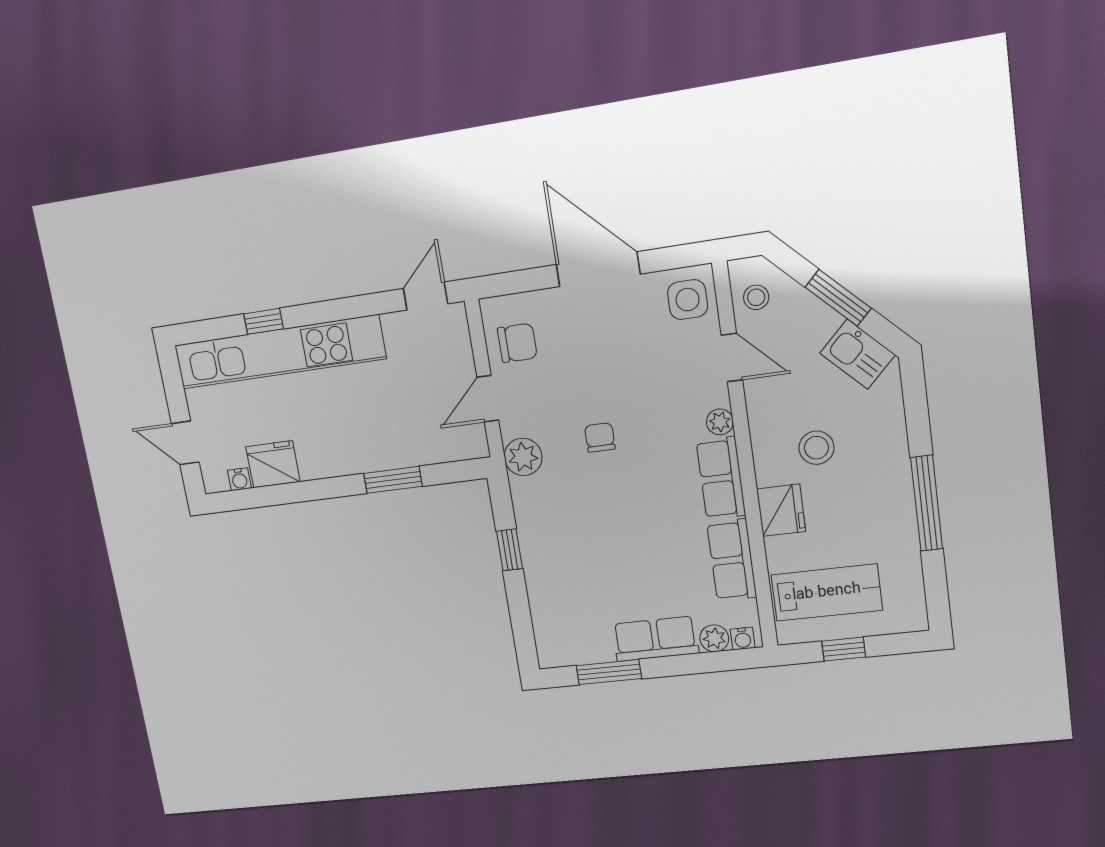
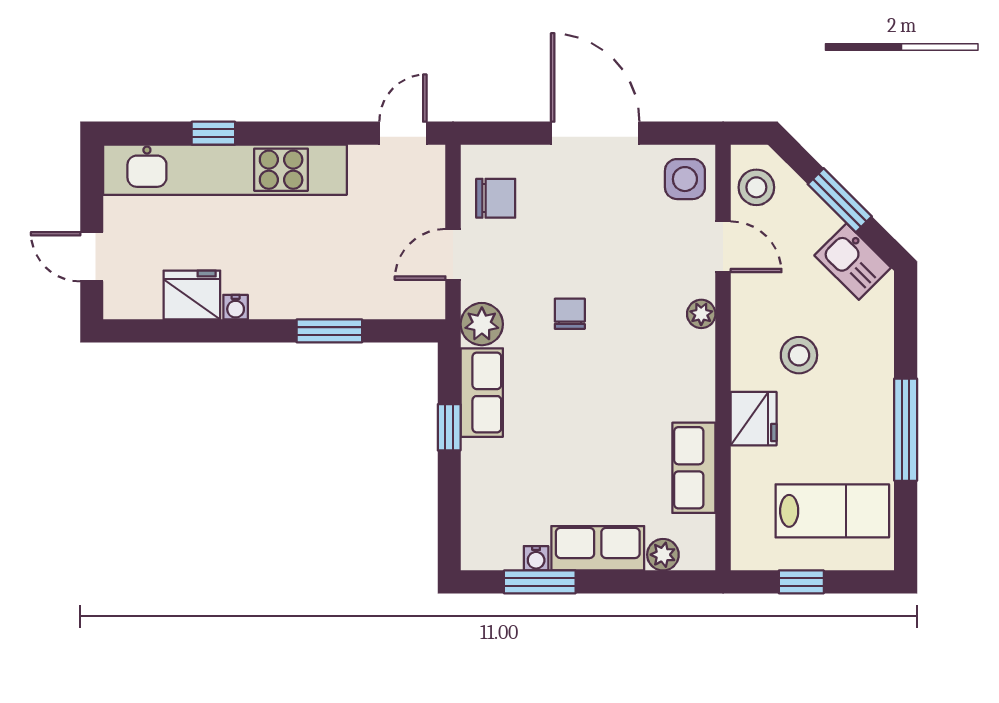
stool: (756, 297) -> (756, 187), width x1.37, depth x1.37
row of seats: (721, 478) -> (482, 393), moved, turned 180
water cooler: (239, 479) -> (236, 307), moved
lab bench: (827, 592) -> (832, 511), moved
water cooler: (743, 639) -> (536, 558), moved

